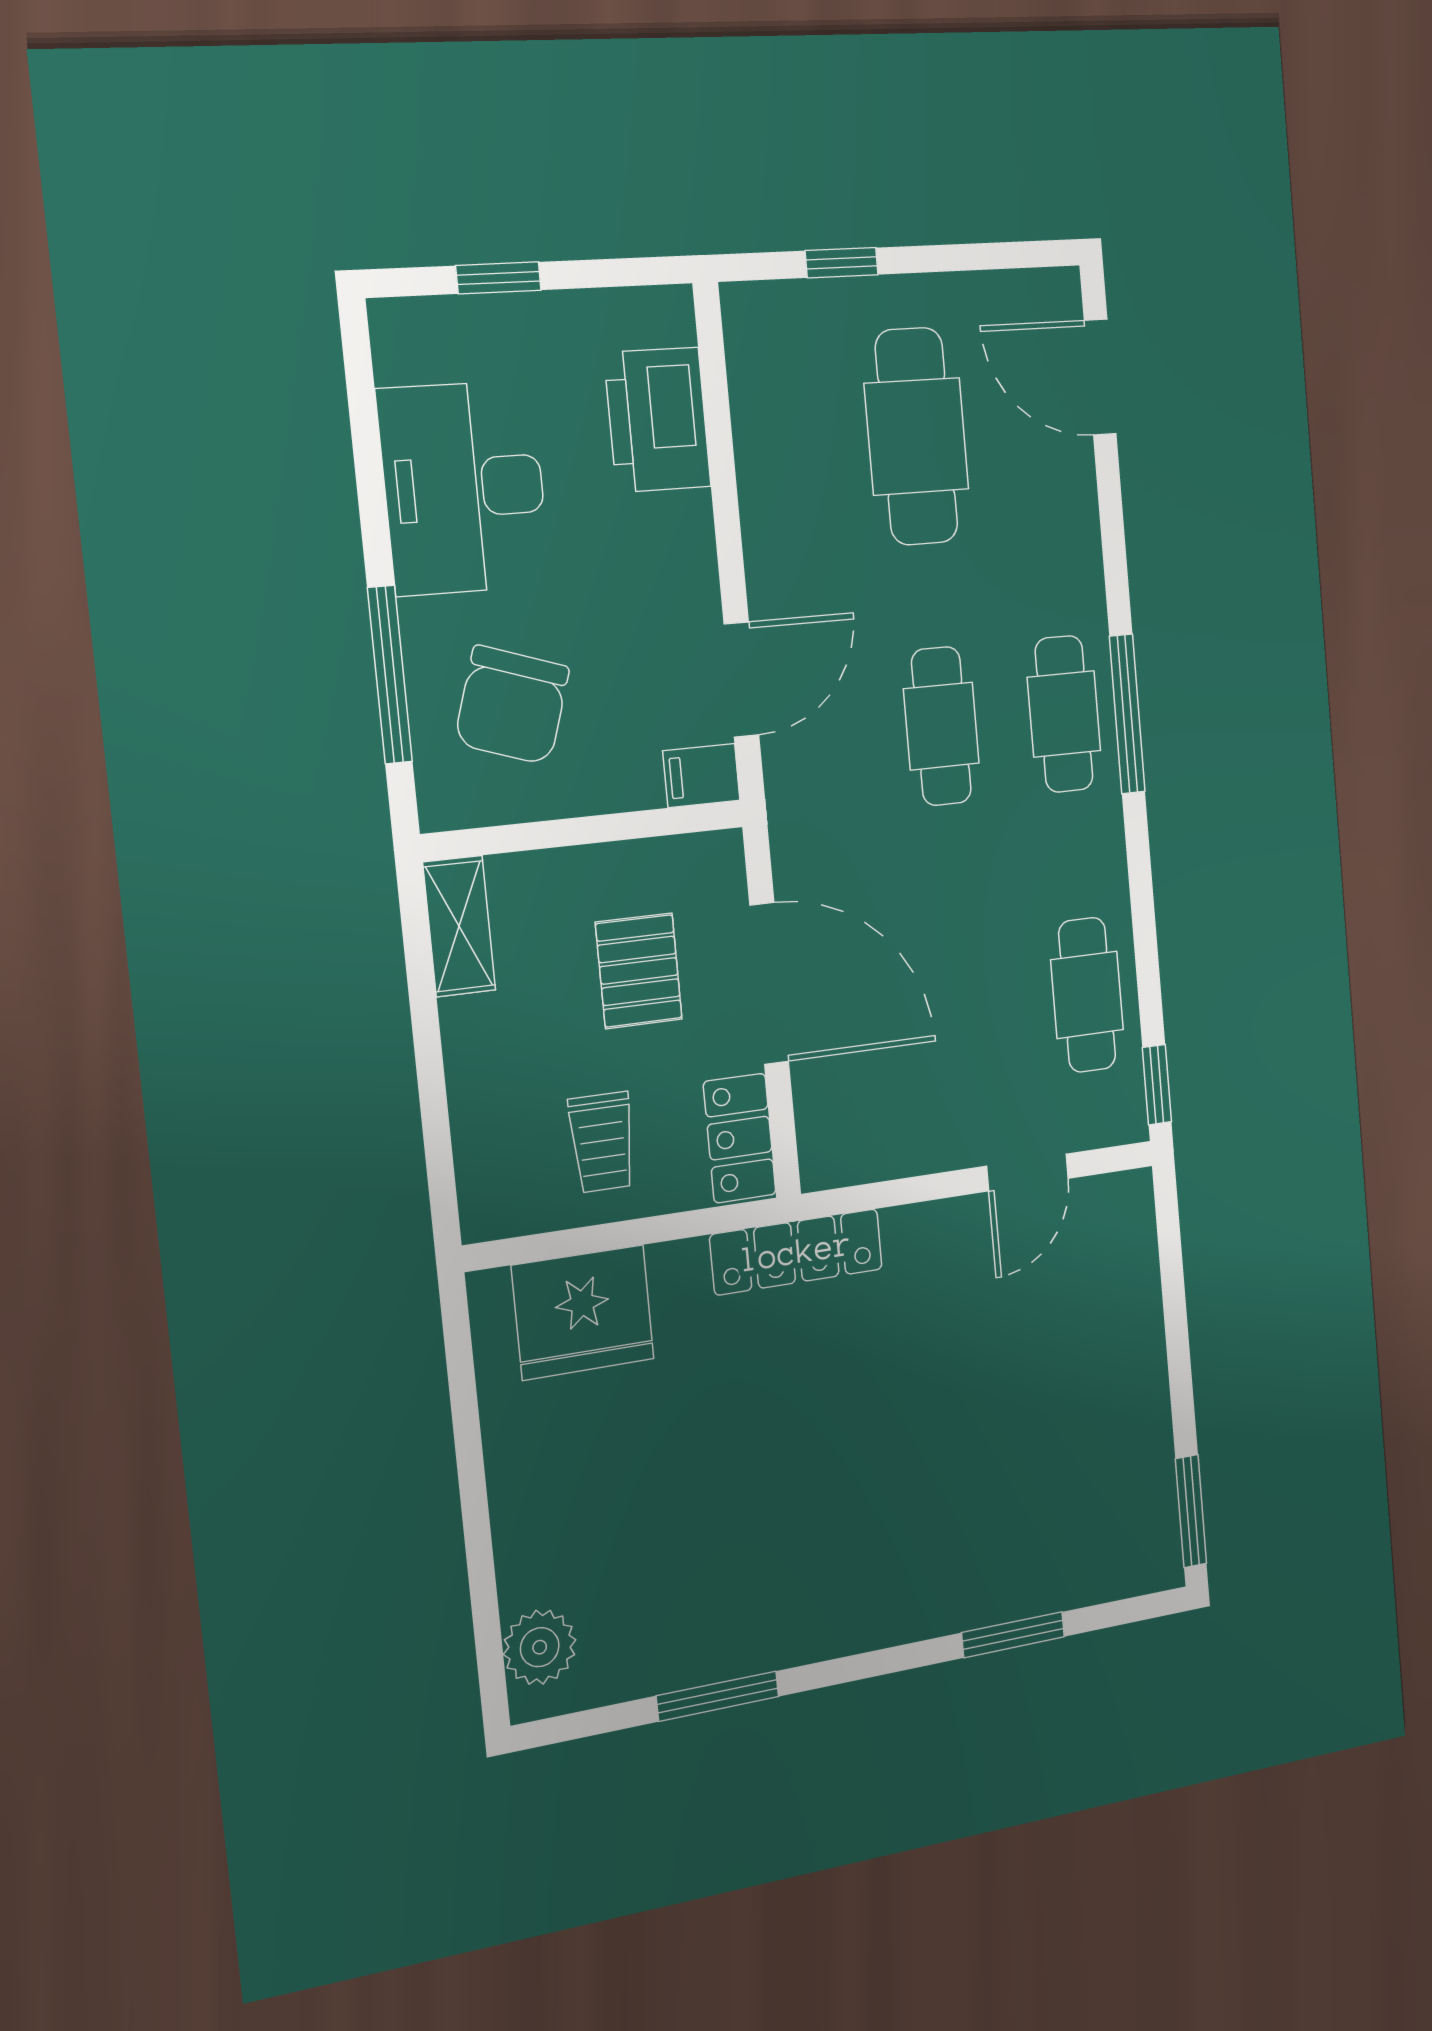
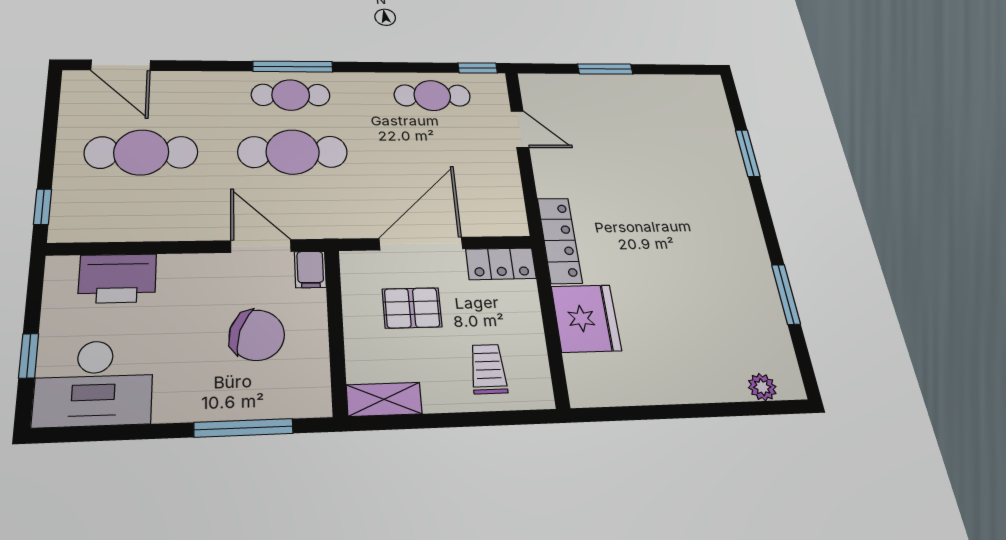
window: (842, 263) -> (43, 207), moved
door: (1100, 377) -> (121, 65), hinge flipped
desk: (464, 488) -> (94, 383), moved
chair: (512, 705) -> (257, 335), moved
cafe table: (941, 726) -> (293, 152), width x1.37, depth x1.35
trolley: (602, 1142) -> (488, 369), moved, turned -90
fridge: (583, 1312) -> (586, 318), moved
window: (1191, 1511) -> (605, 69), moved
plant: (540, 1647) -> (762, 387), width x0.73, depth x0.73

